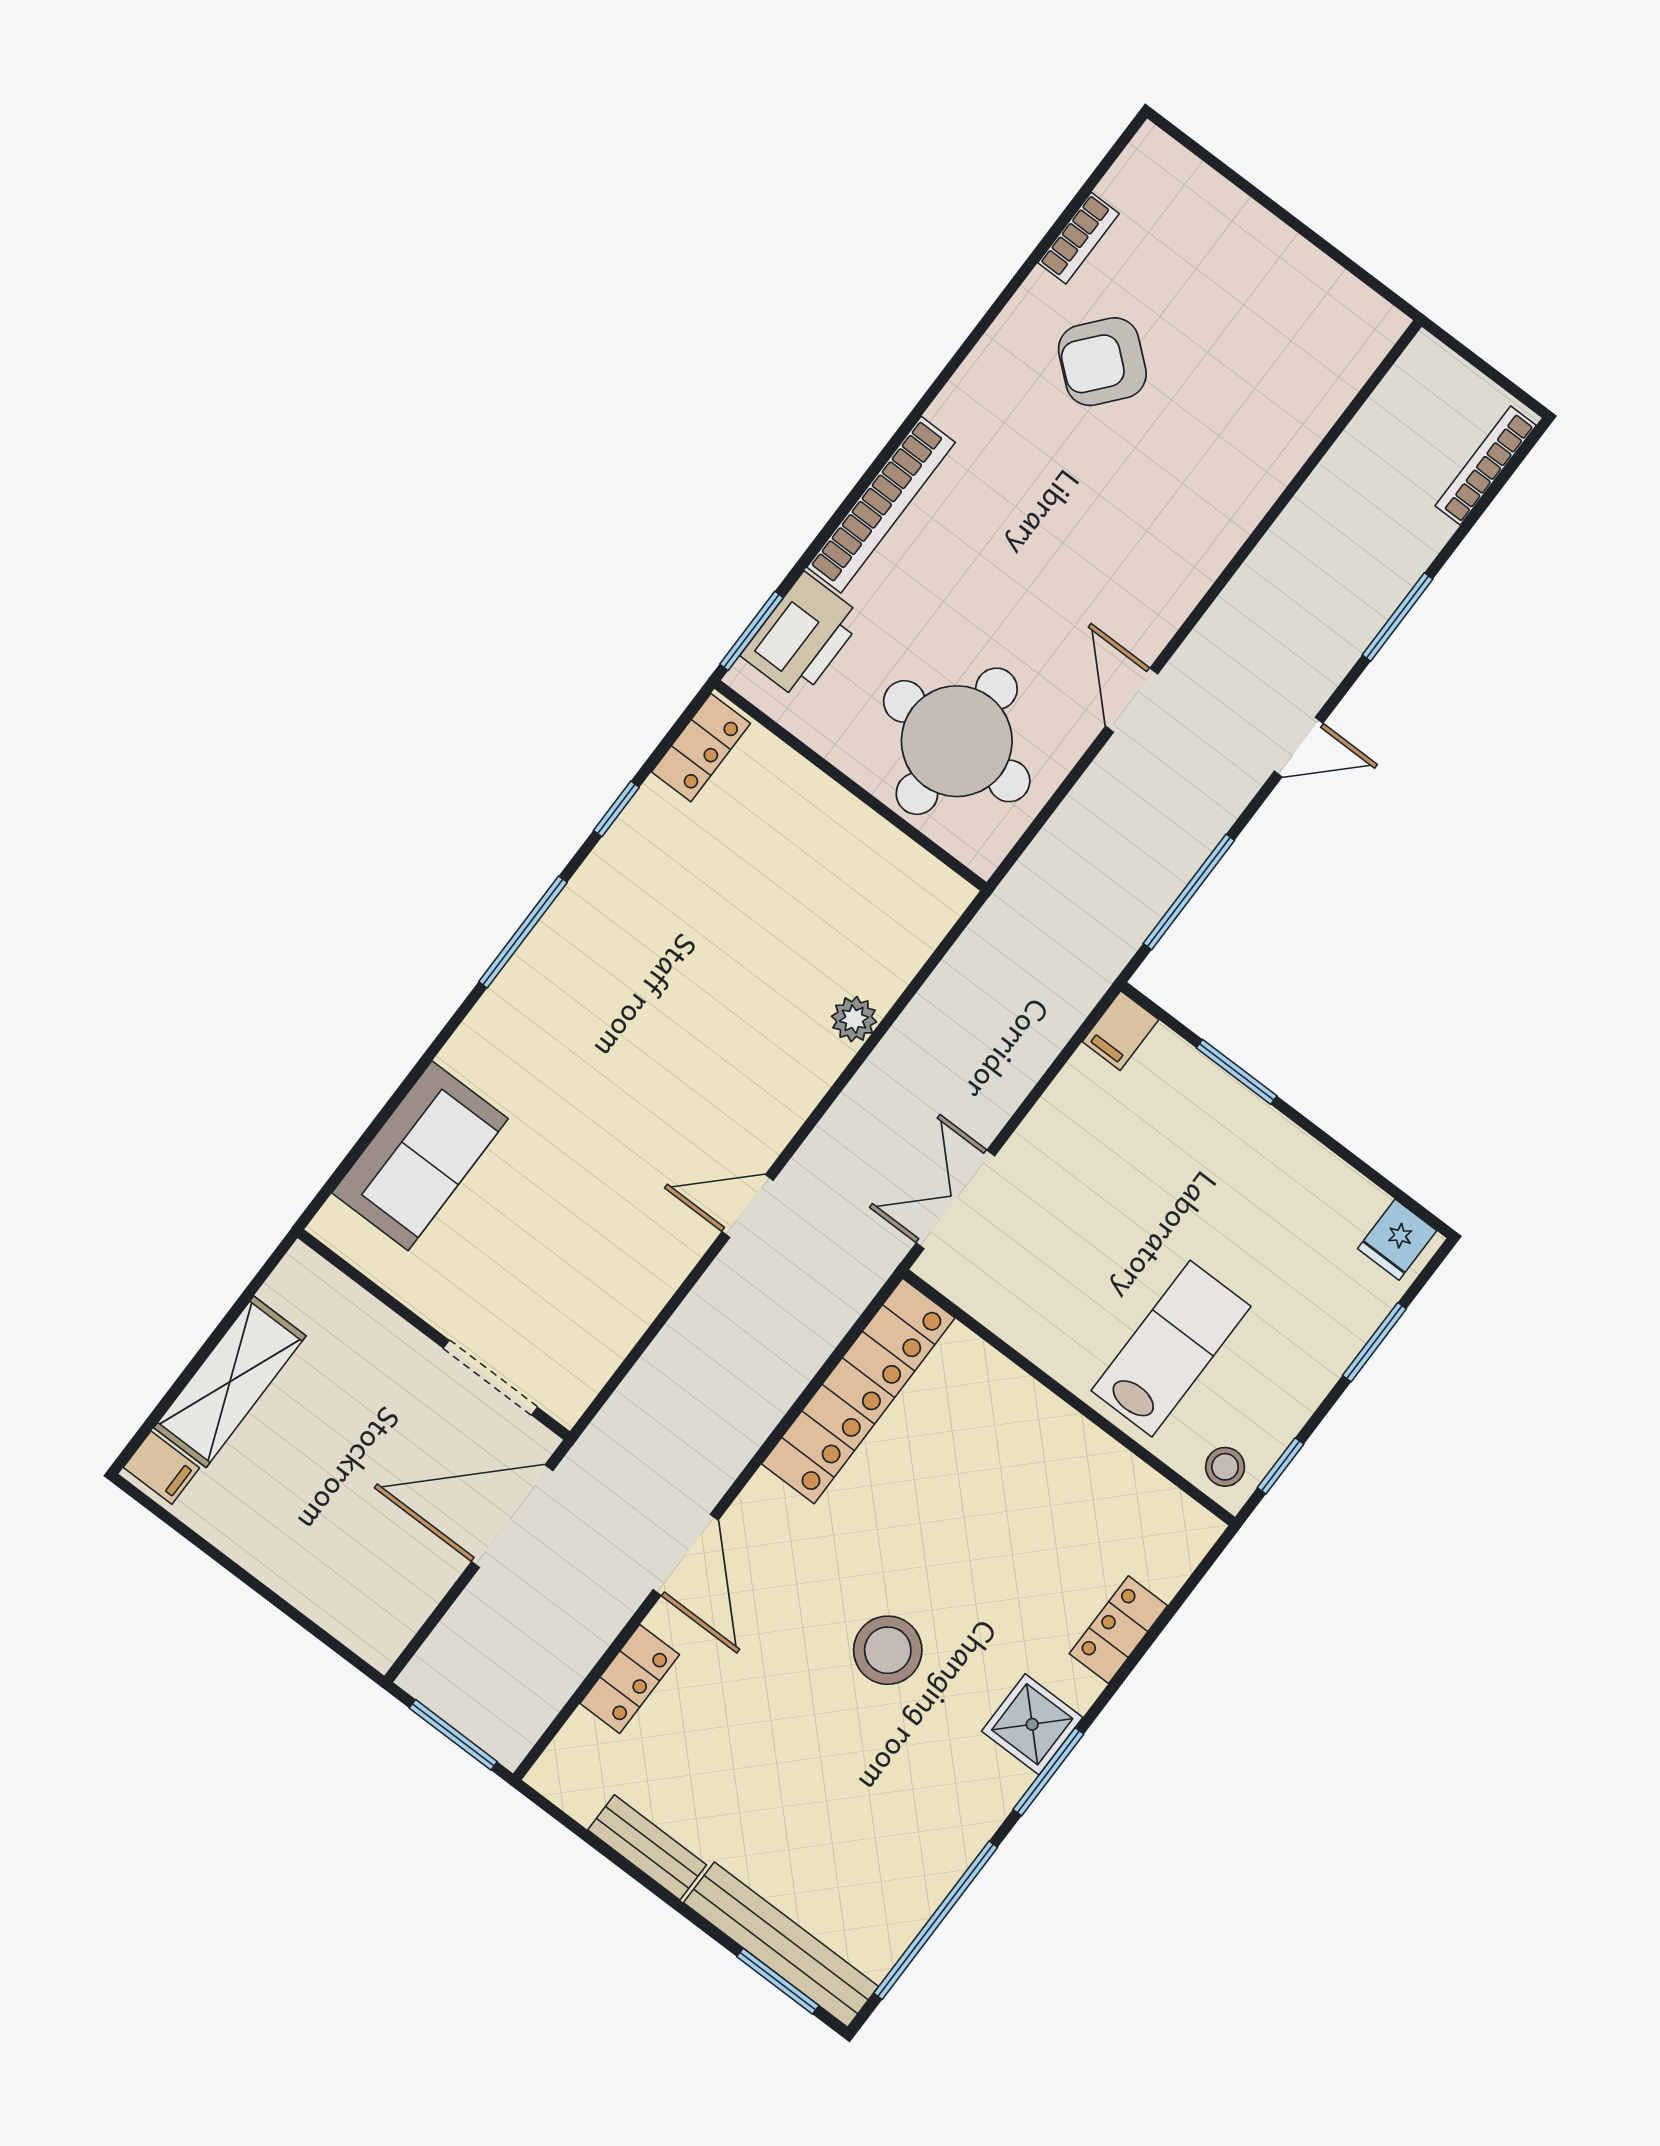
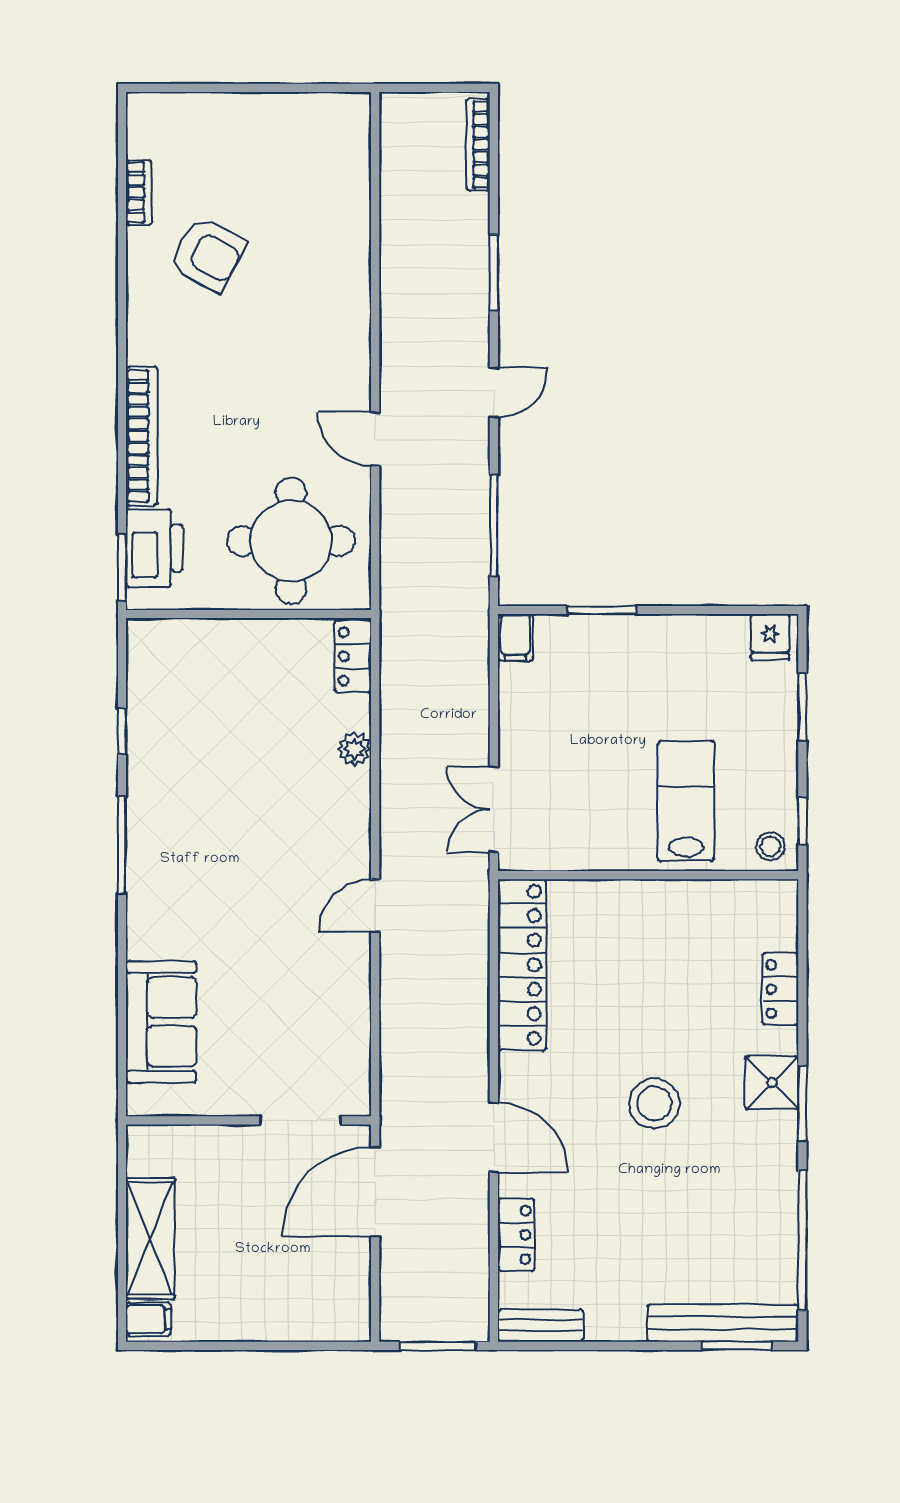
armchair: (1102, 362) -> (208, 254), turned -102
locker: (701, 748) -> (353, 656), moved, turned 180
bench: (647, 1847) -> (540, 1326), moved

